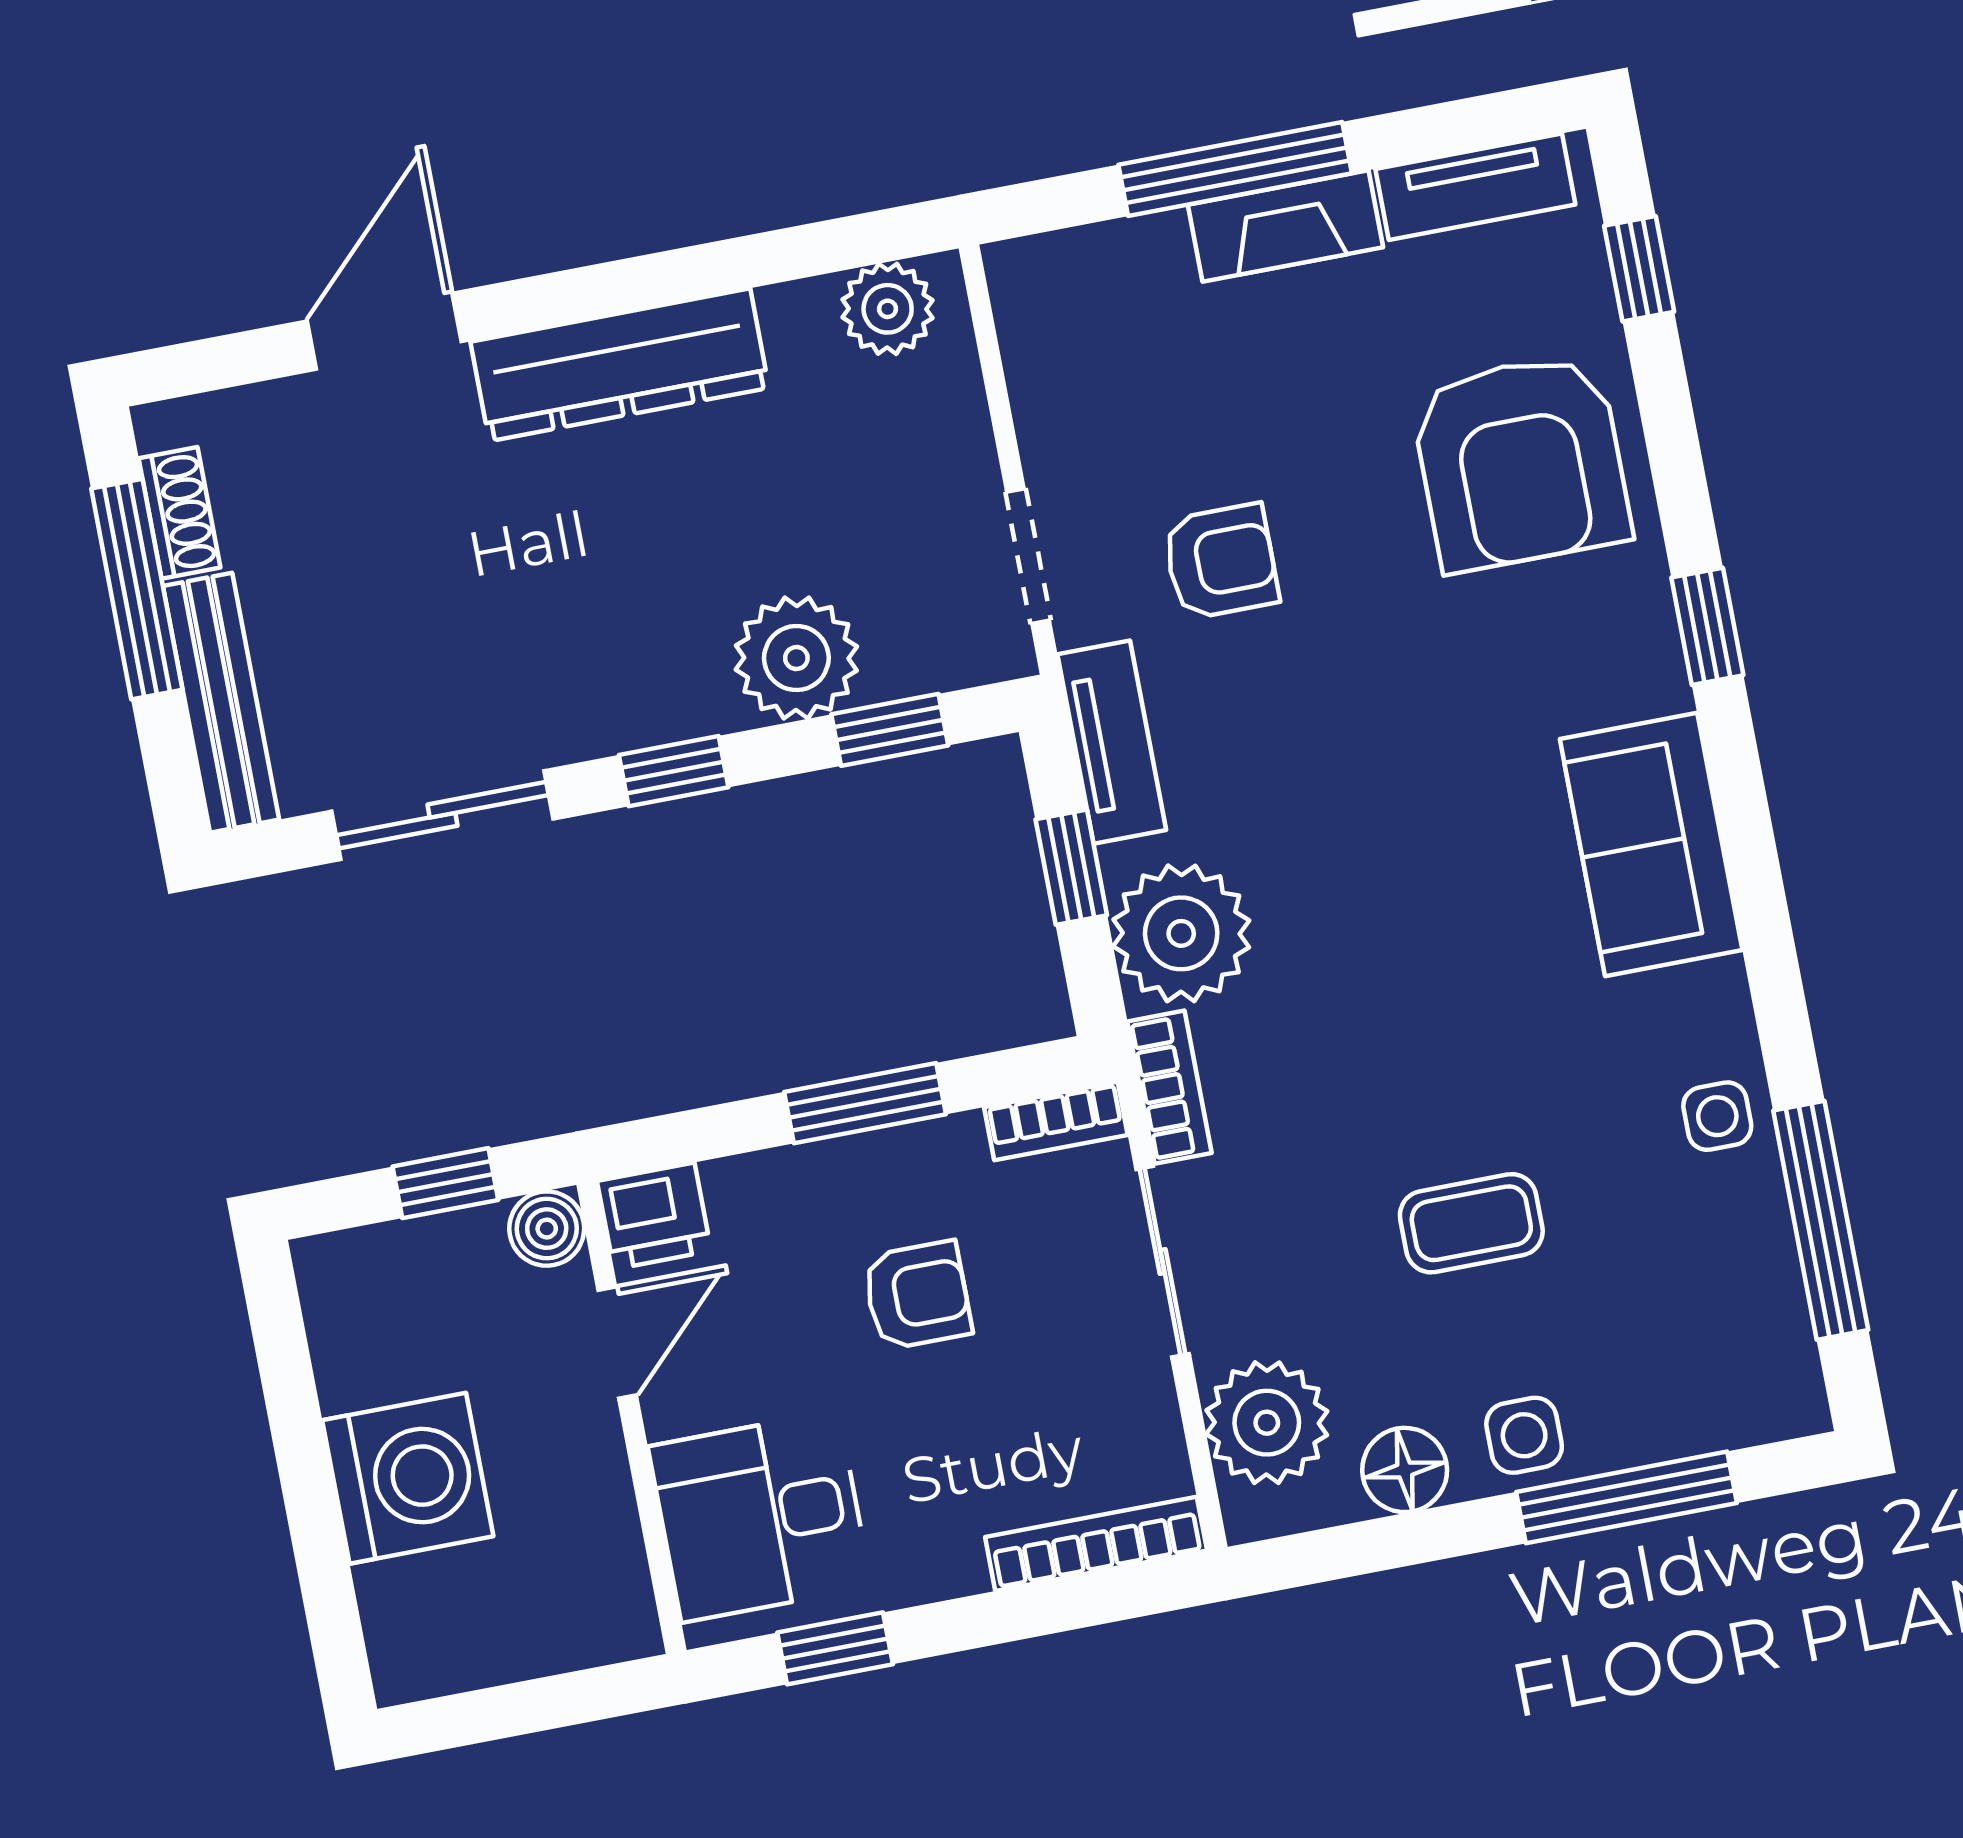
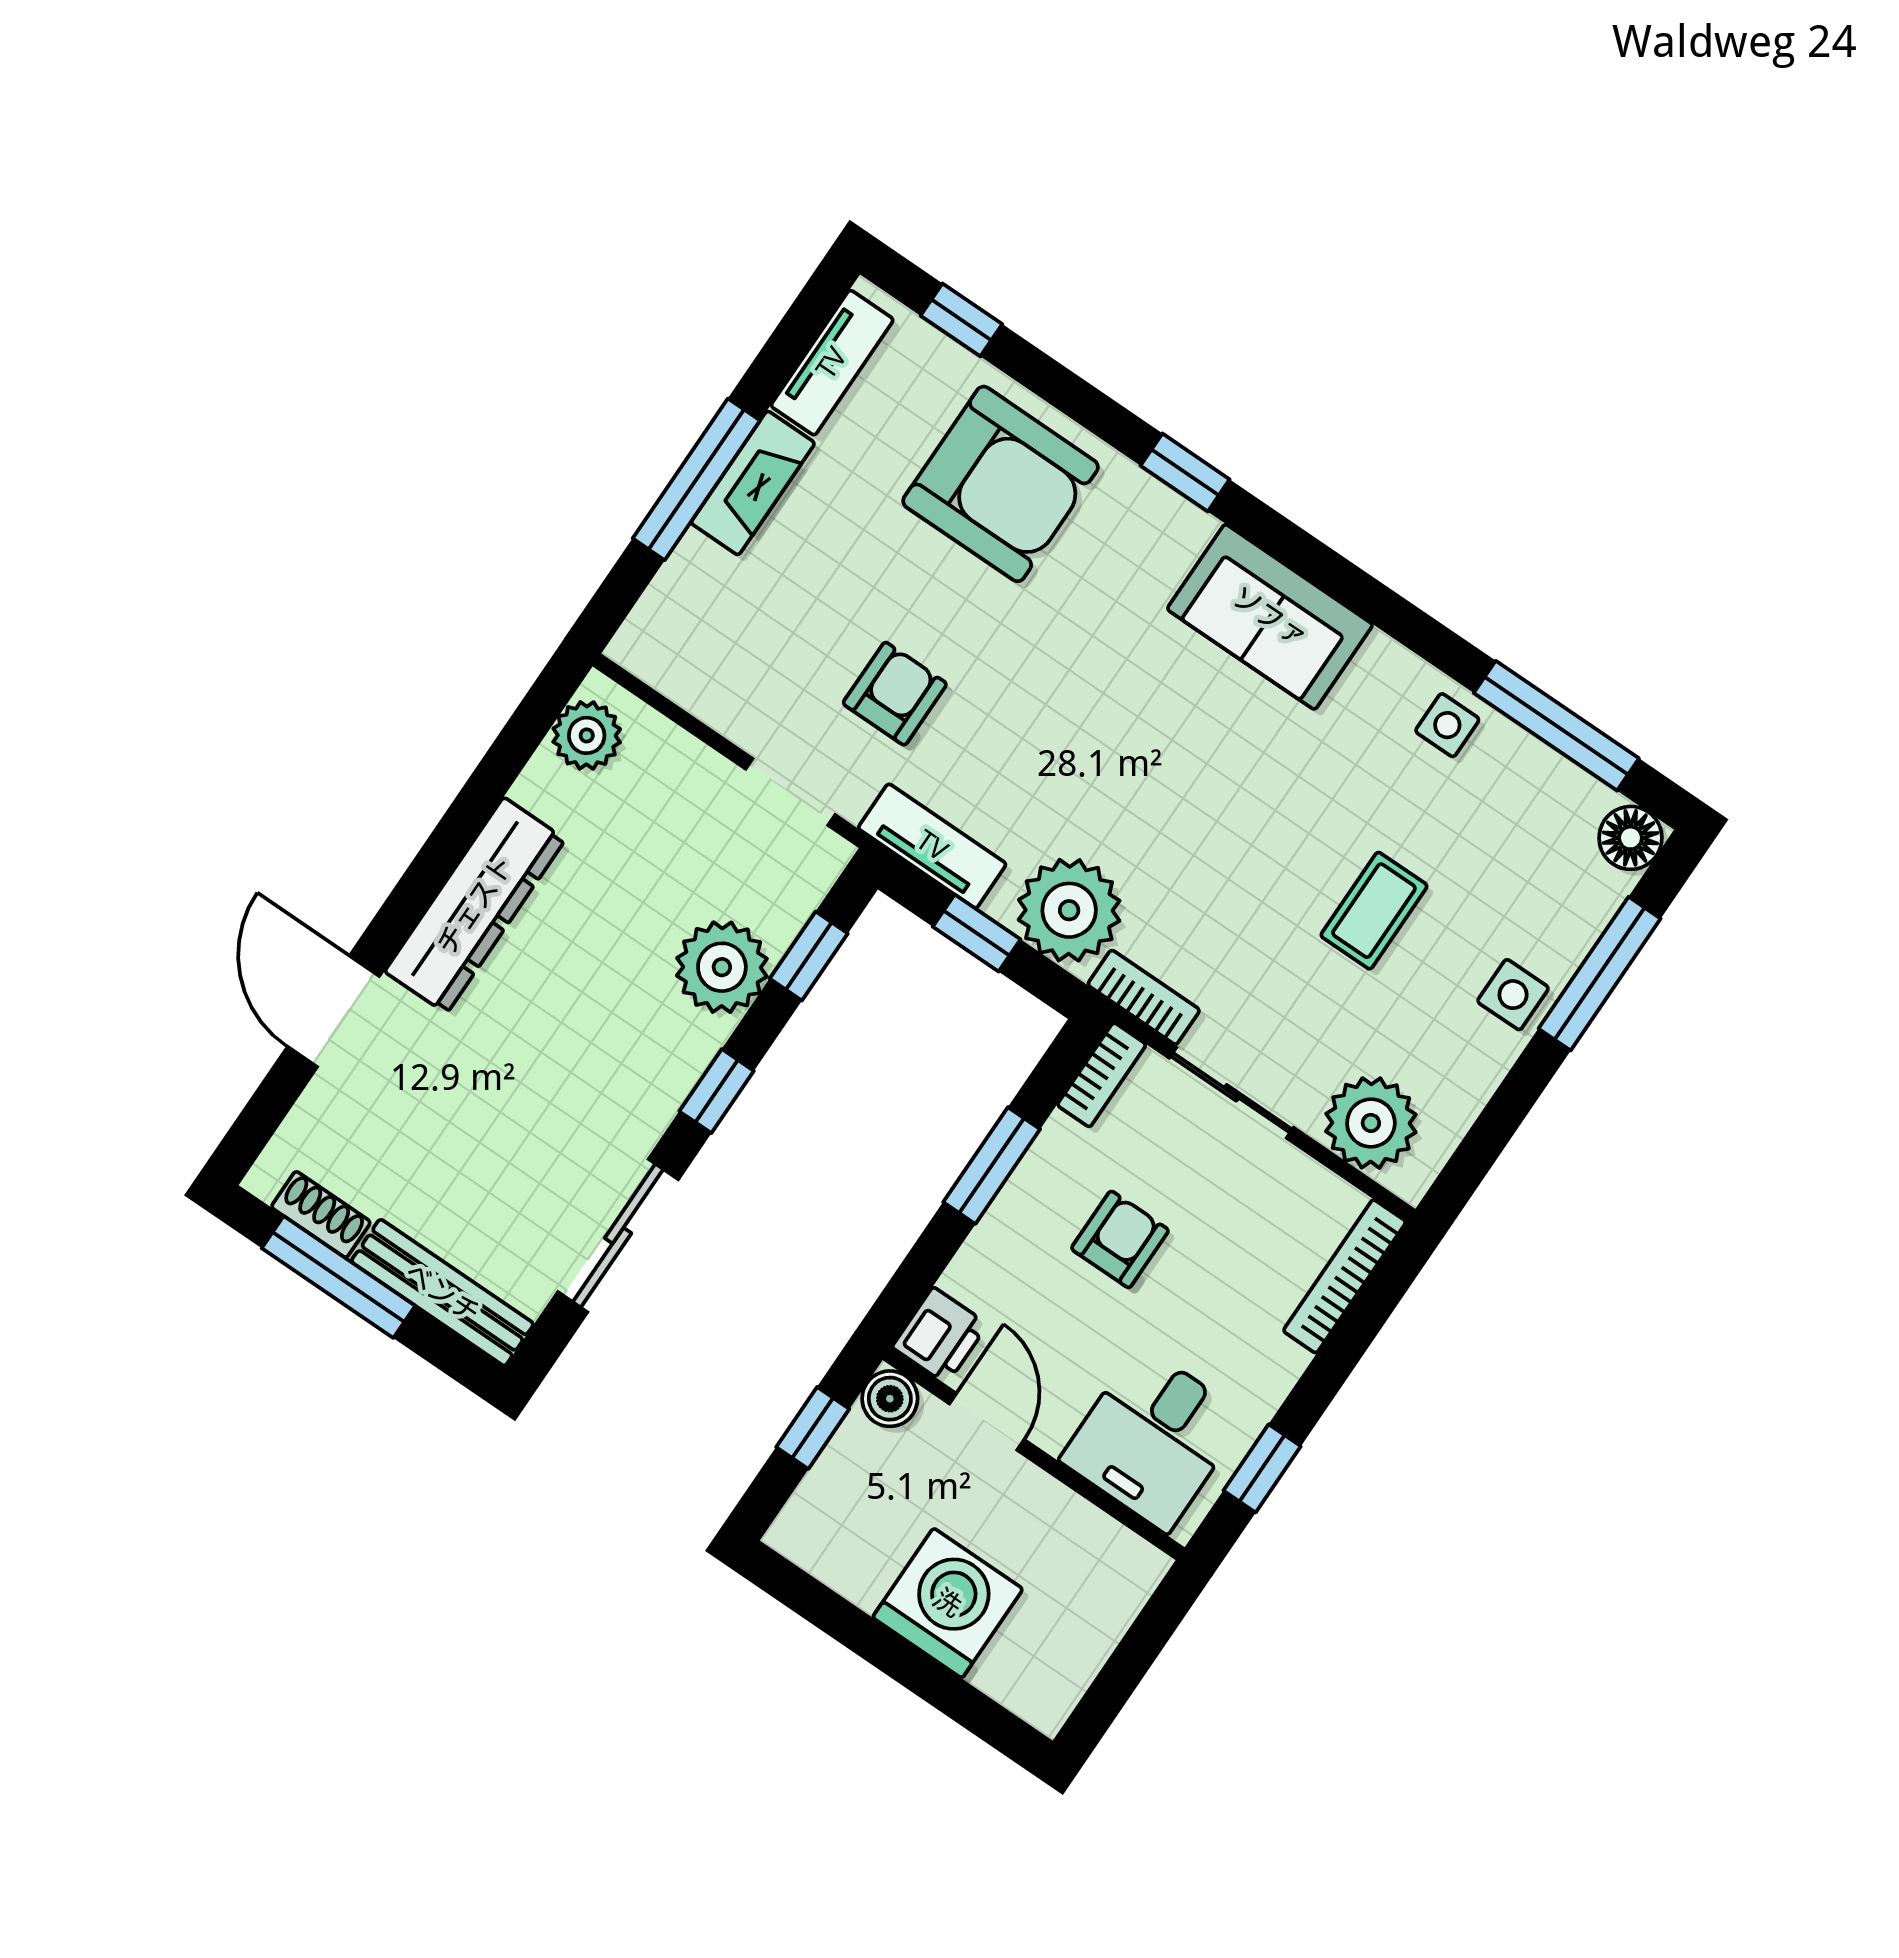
floor lamp: (1405, 1470) -> (1630, 838), moved

